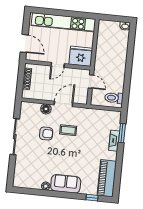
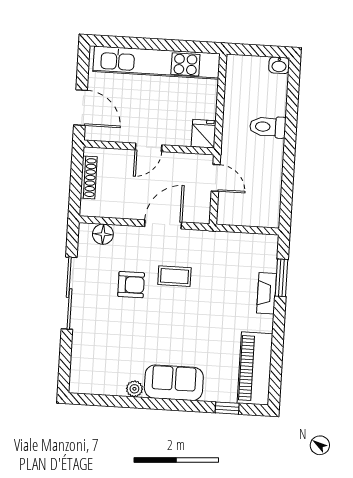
fridge: (81, 56) -> (204, 134), width x0.53, depth x0.75
toilet: (114, 98) -> (268, 127), moved
floor lamp: (46, 109) -> (103, 234), moved

